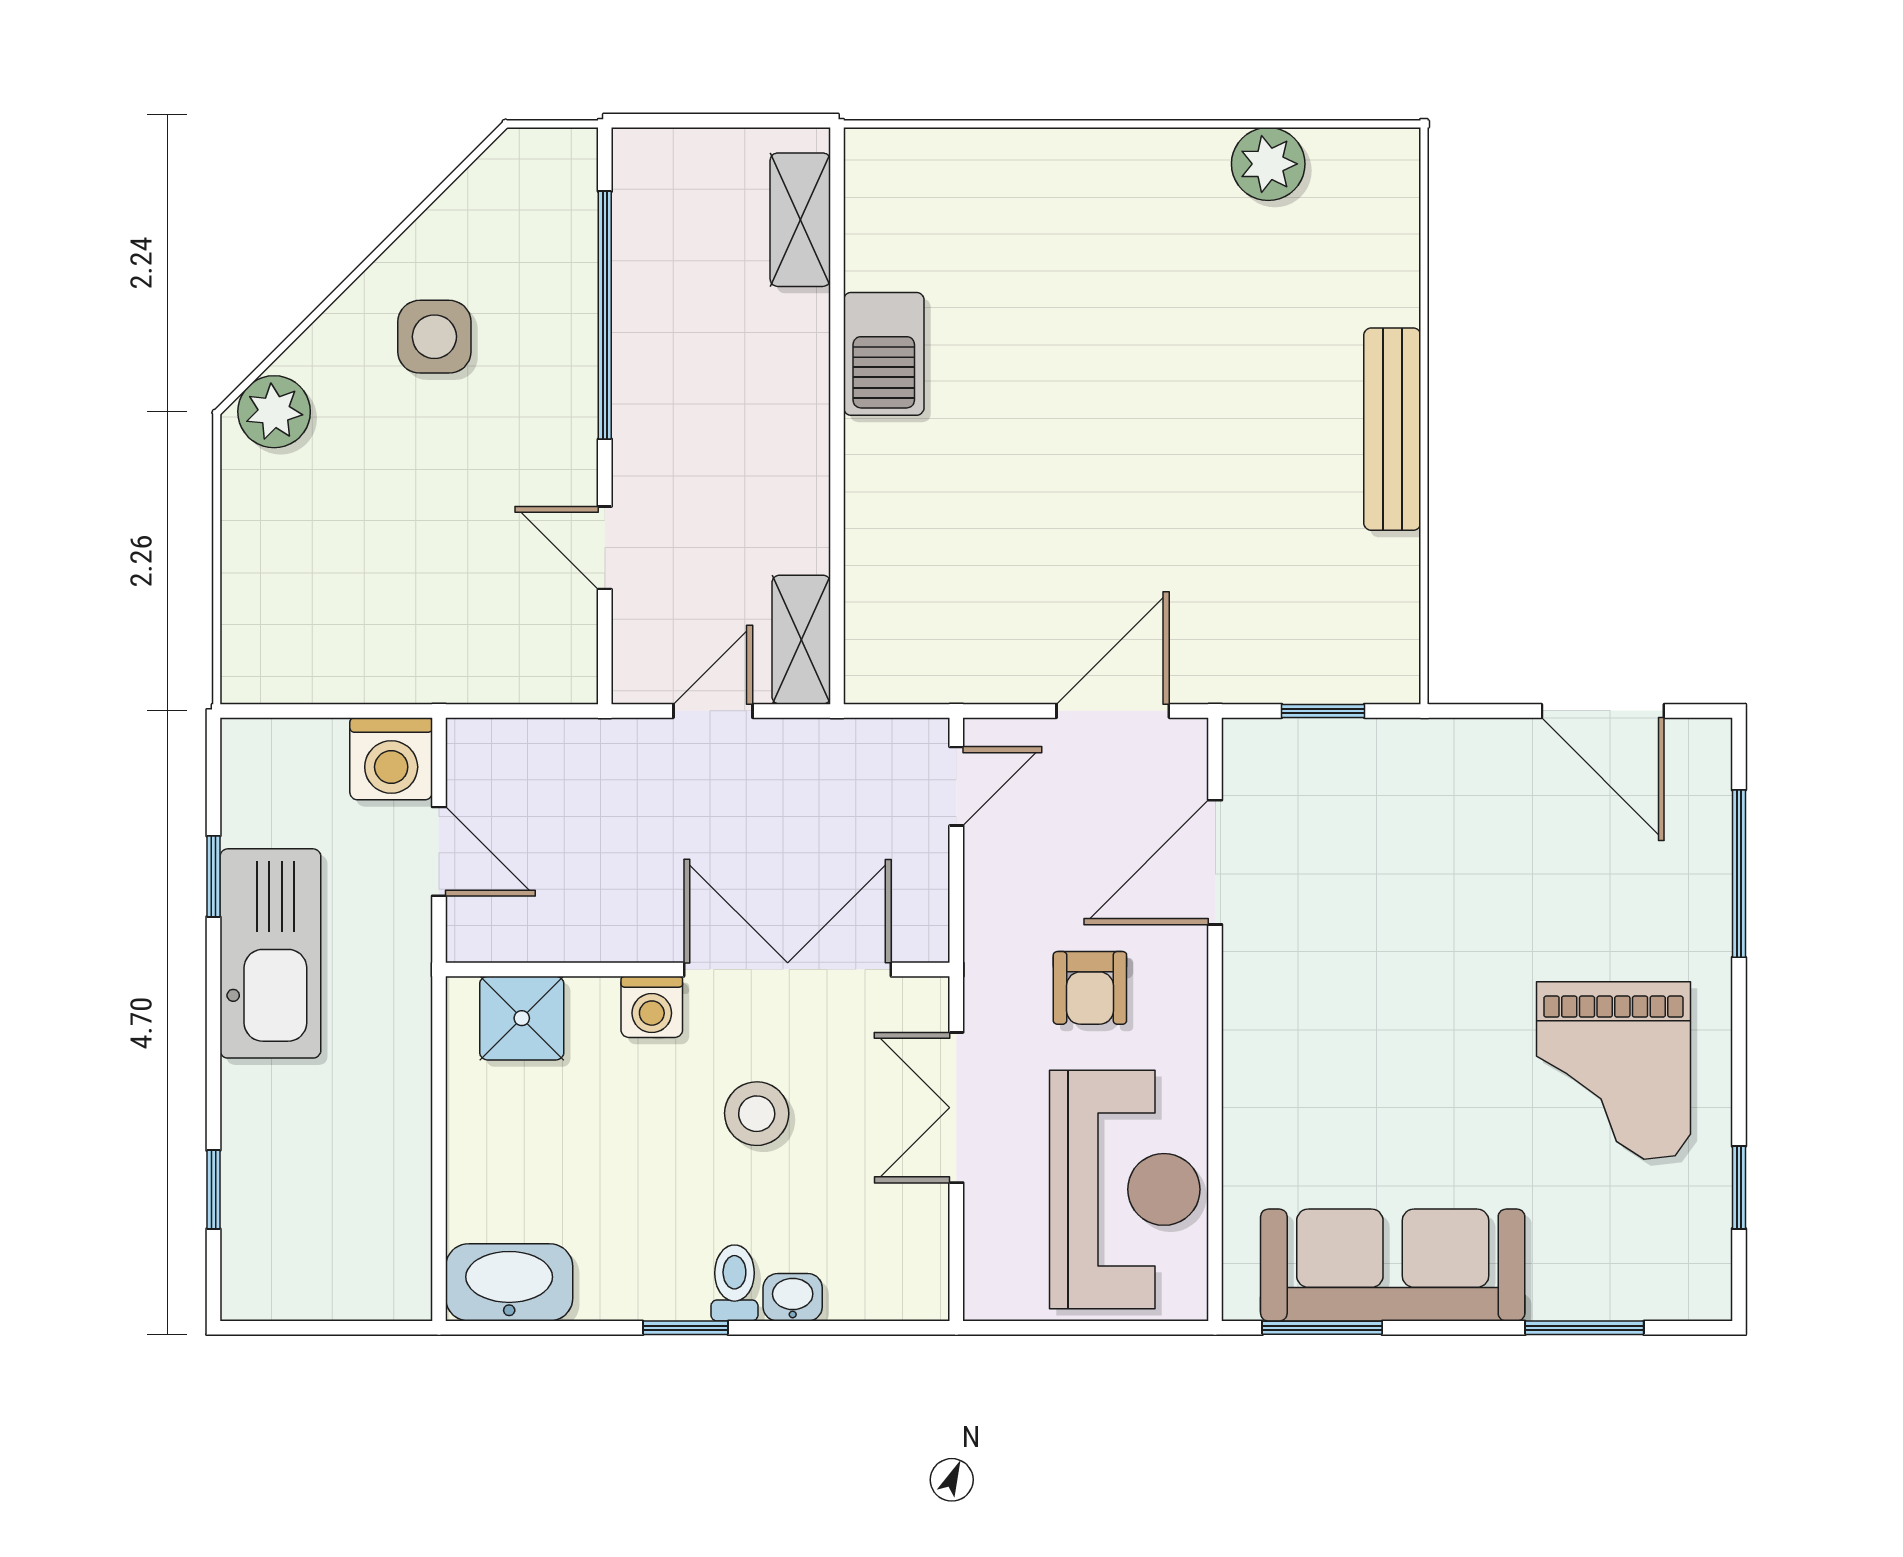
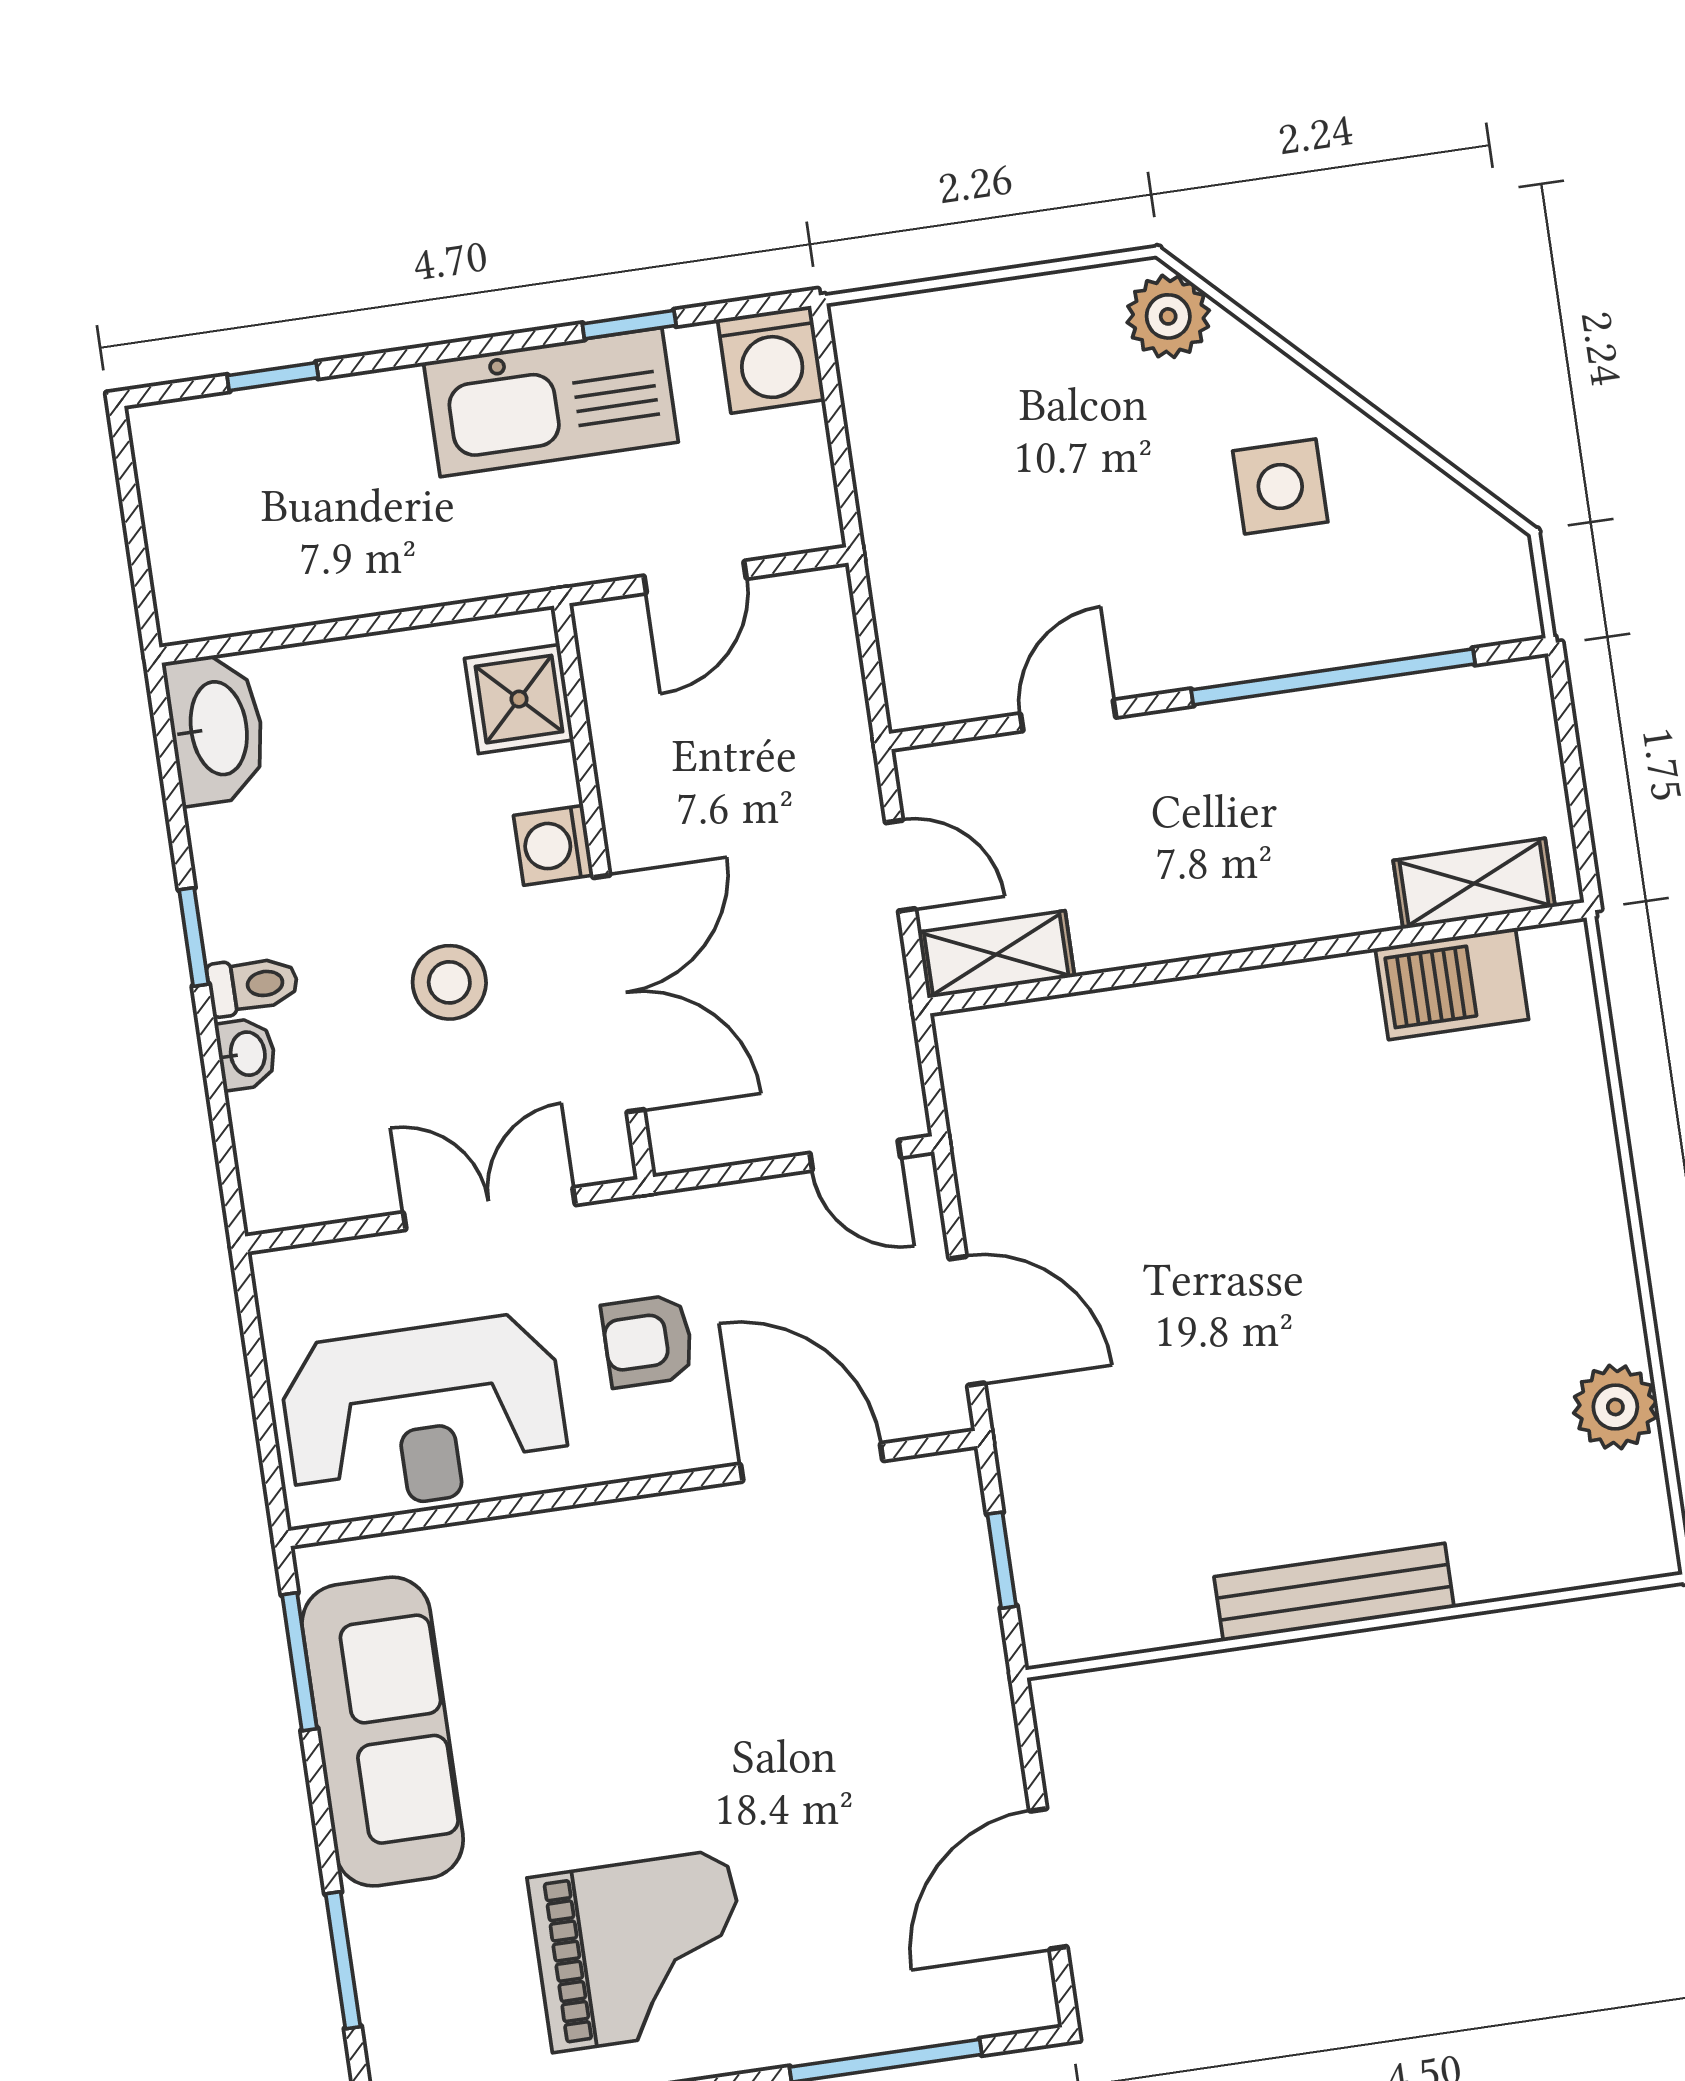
barbecue: (884, 354) -> (1452, 984), moved
washing machine: (391, 759) -> (771, 360), moved, turned -90
grand piano: (1613, 1071) -> (641, 1951), turned 180

